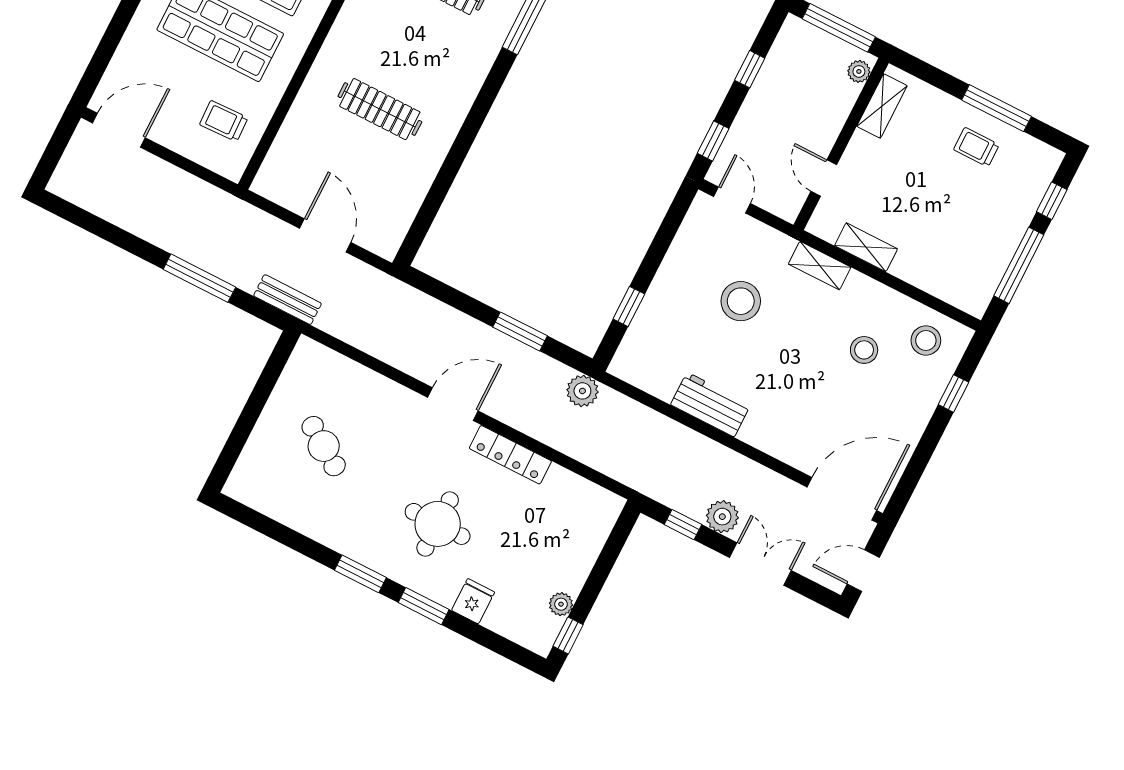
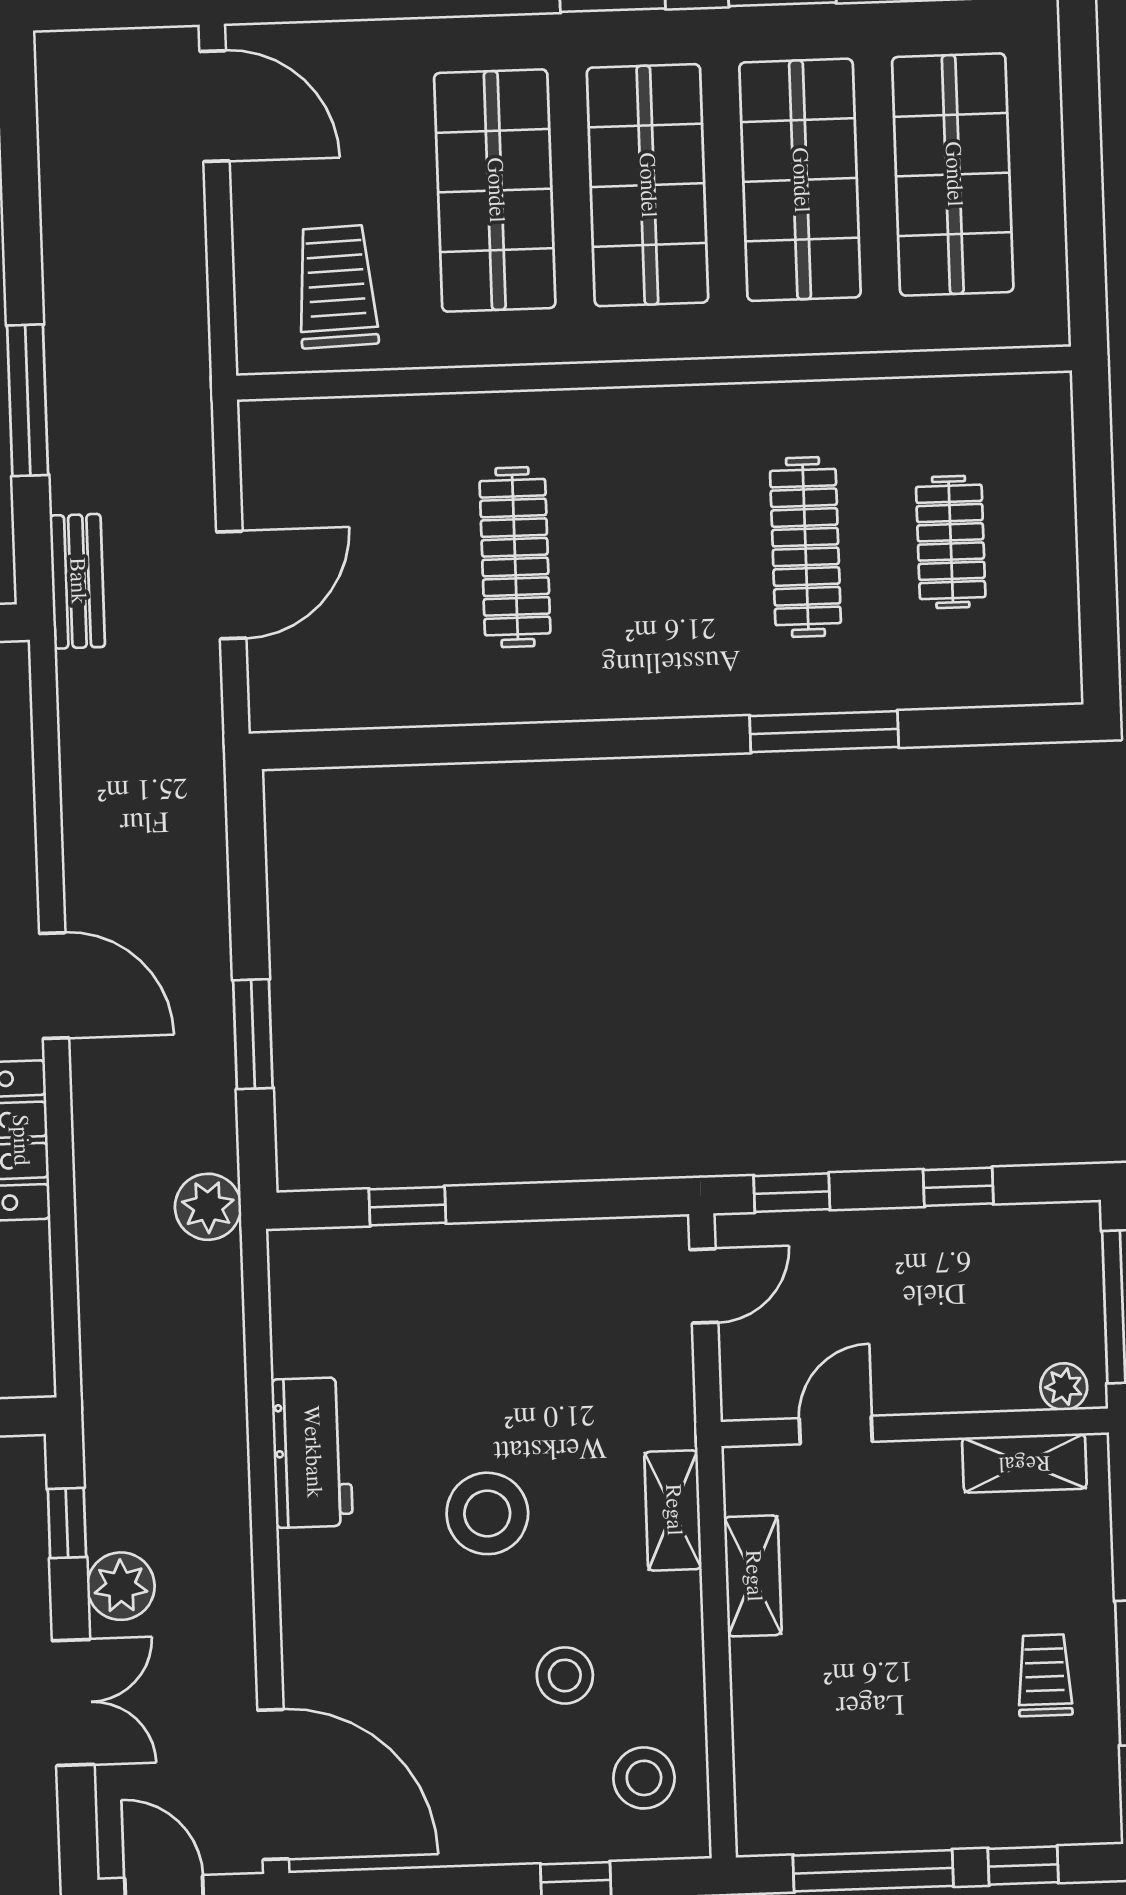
trolley: (224, 121) -> (337, 287), width x1.36, depth x1.39
stool: (741, 301) -> (487, 1513), moved

